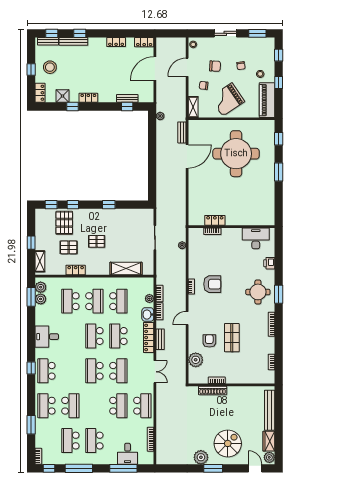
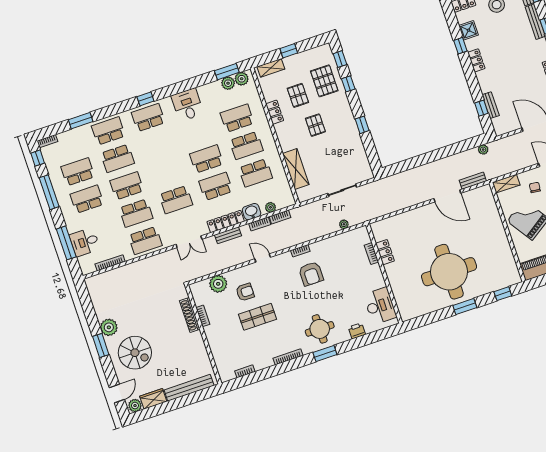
round table: (236, 154) -> (449, 272), moved
pallet: (64, 223) -> (324, 81), turned 90
school desk: (94, 371) -> (127, 186), moved

